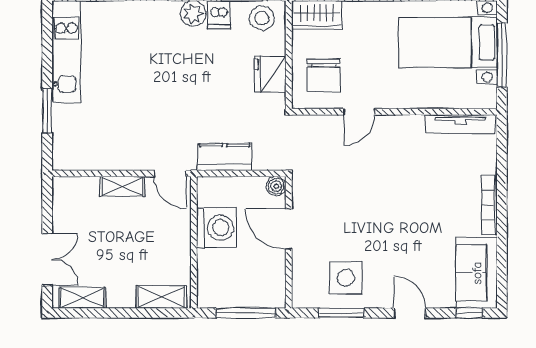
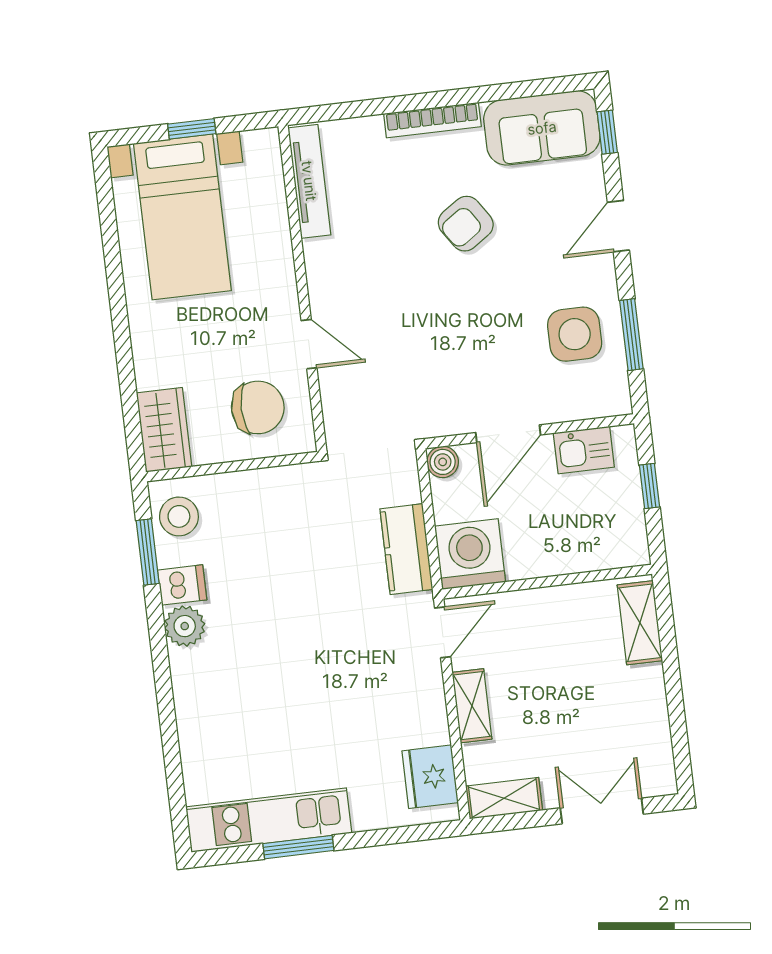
window: (502, 55) -> (192, 129), width x0.46
fridge: (270, 74) -> (430, 777), moved, turned 90
window: (47, 111) -> (298, 847), moved
armchair: (423, 218) -> (466, 224), added
washing machine: (217, 228) -> (470, 554), moved
kitchen sink: (273, 275) -> (584, 450), added
shelving: (82, 298) -> (504, 798), moved, turned 90
window: (246, 313) -> (649, 486), width x0.46

